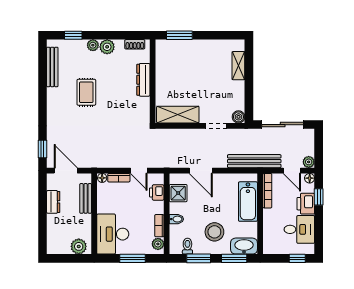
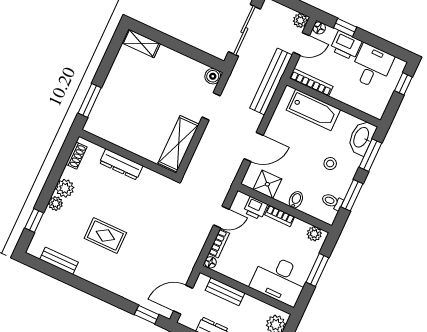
shelving: (238, 66) -> (141, 43), moved
bench: (52, 67) -> (59, 261), width x0.73
bookcase: (159, 226) -> (280, 216), moved
stool: (214, 232) -> (330, 164), width x0.53, depth x0.53

